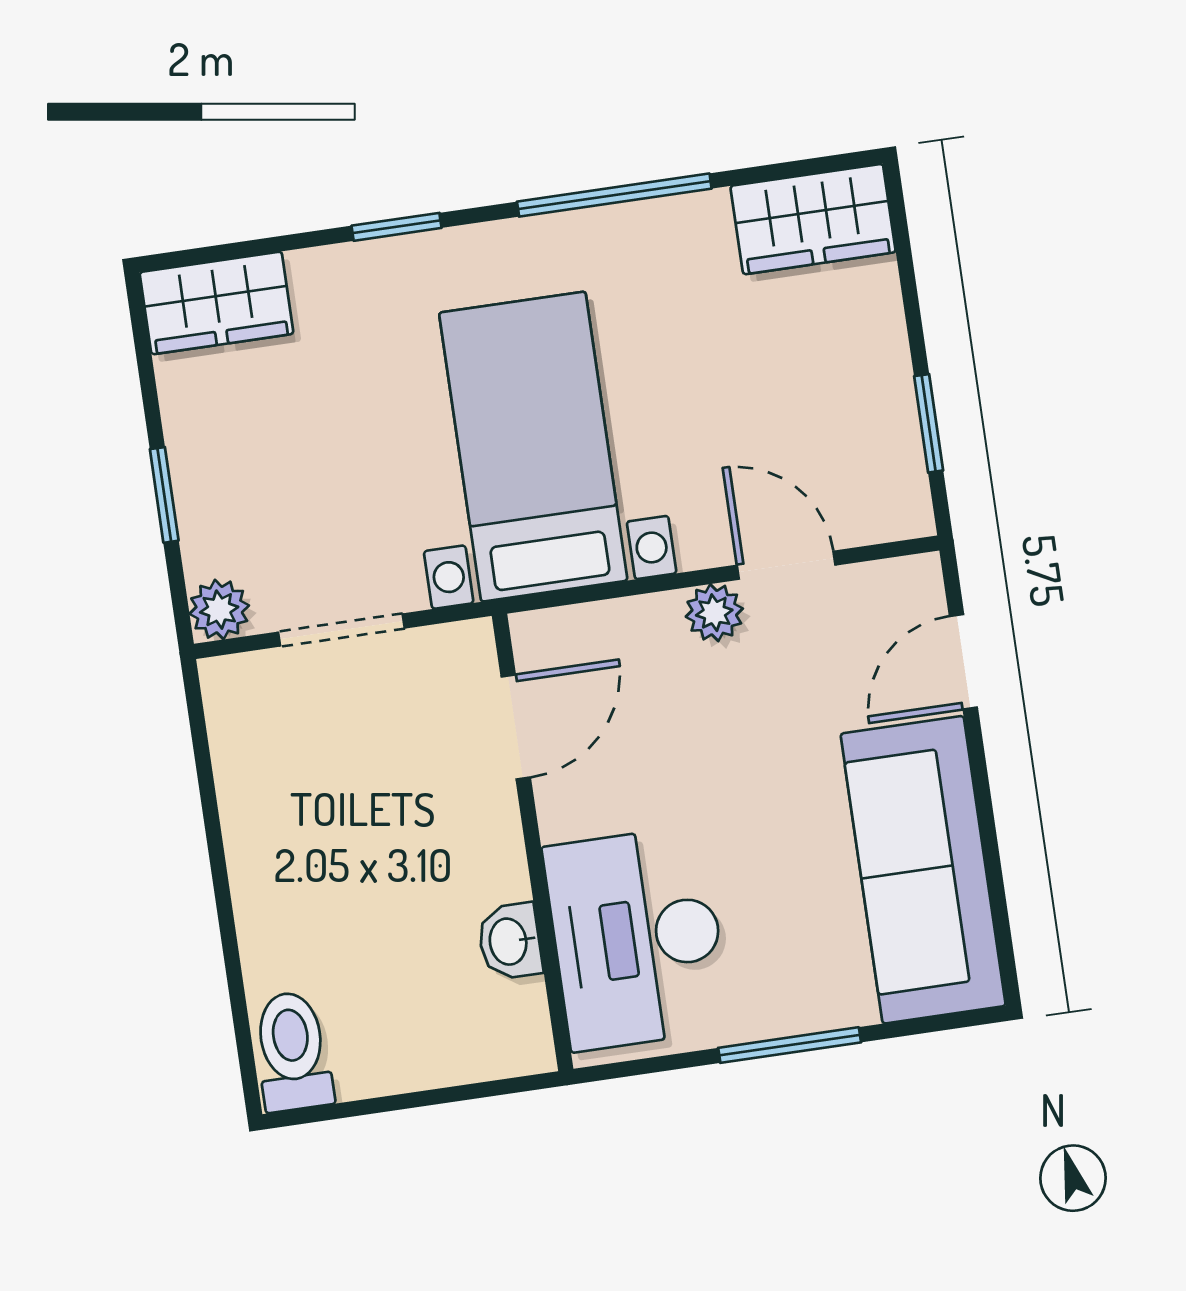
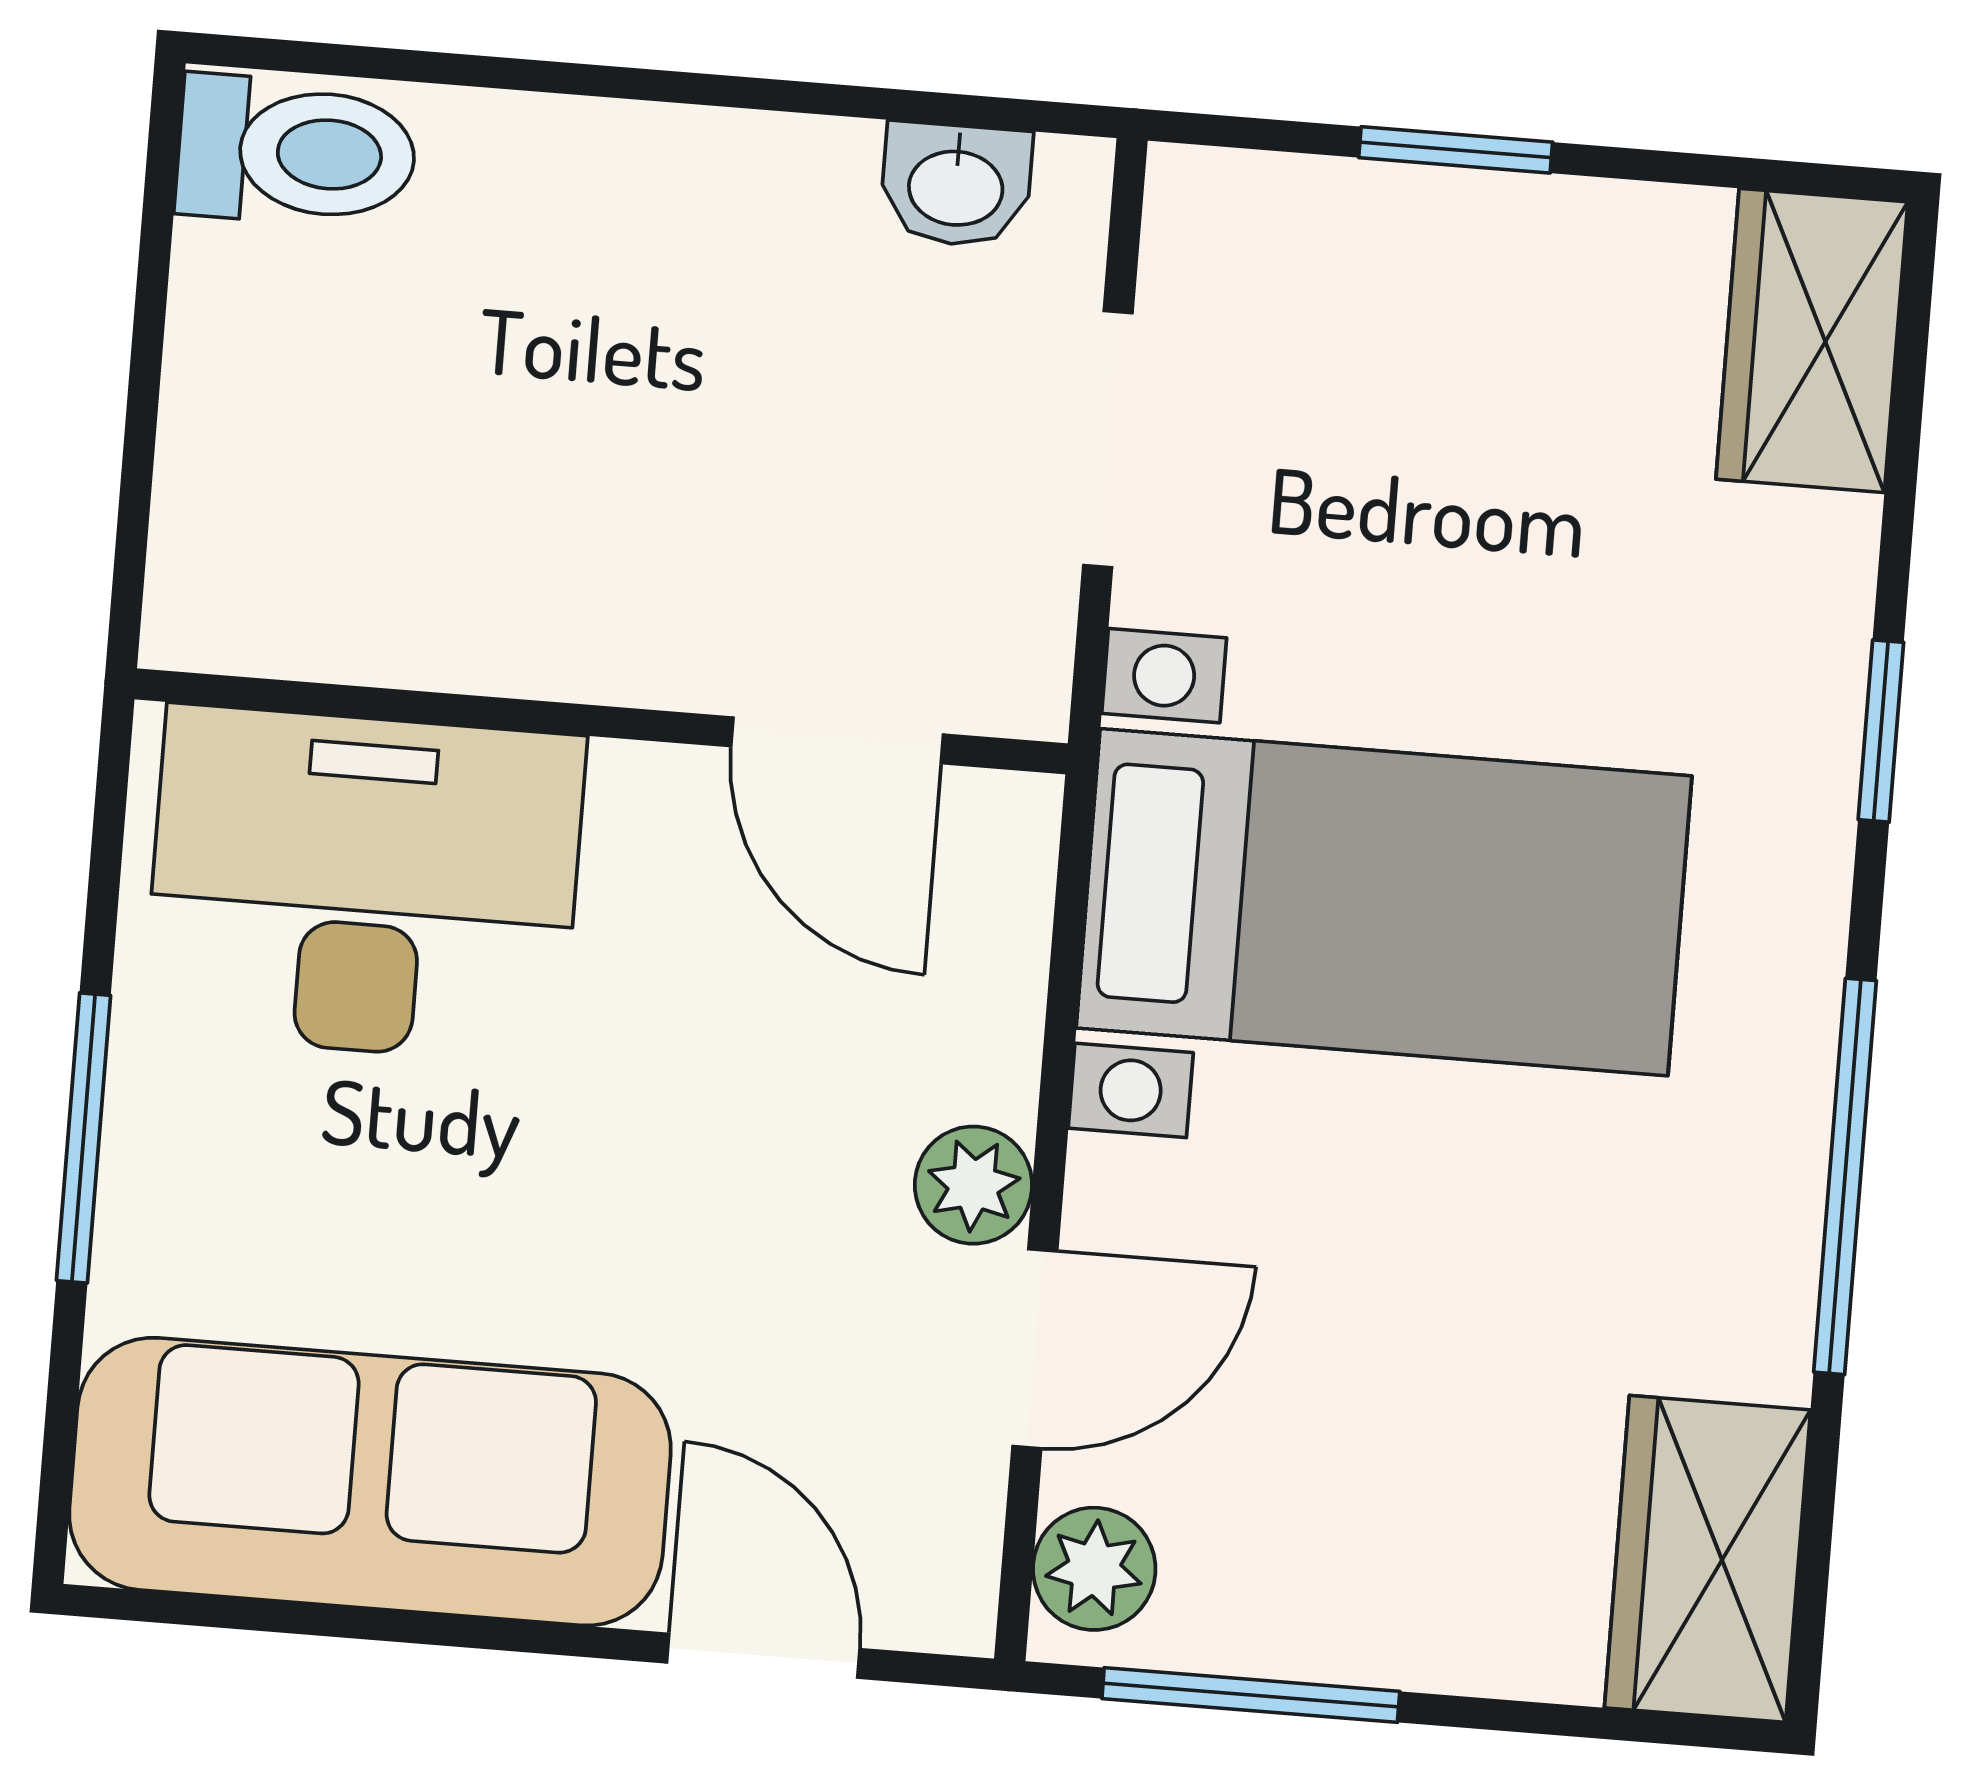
window: (929, 423) -> (1251, 1695), width x1.50
plant: (219, 610) -> (1094, 1569), moved
washbasin: (510, 941) -> (956, 185), moved, turned 180

